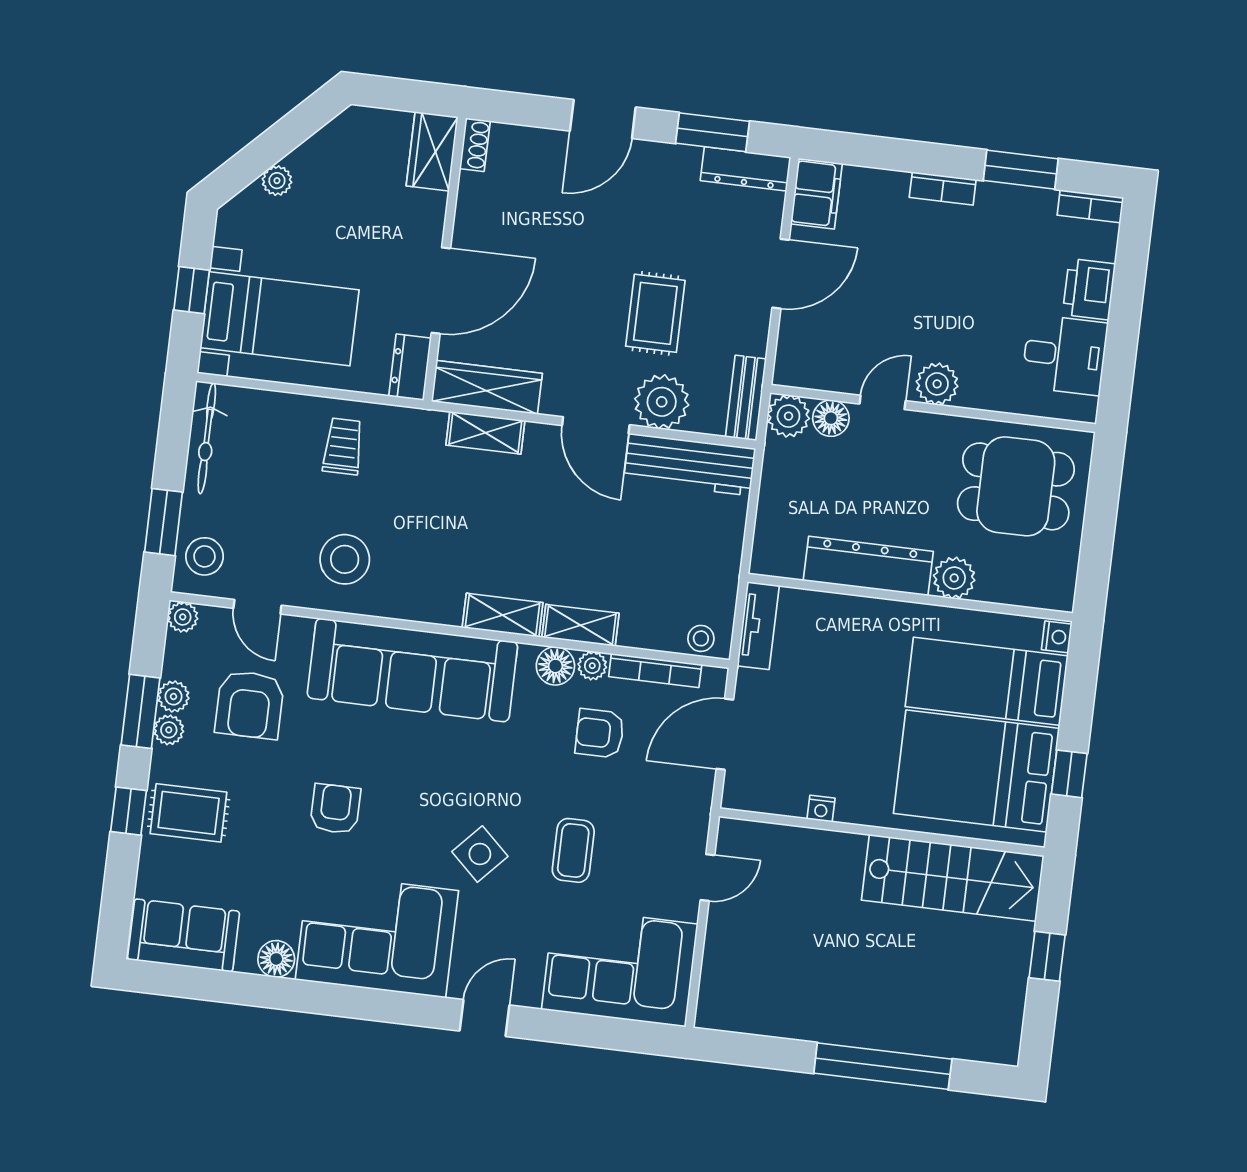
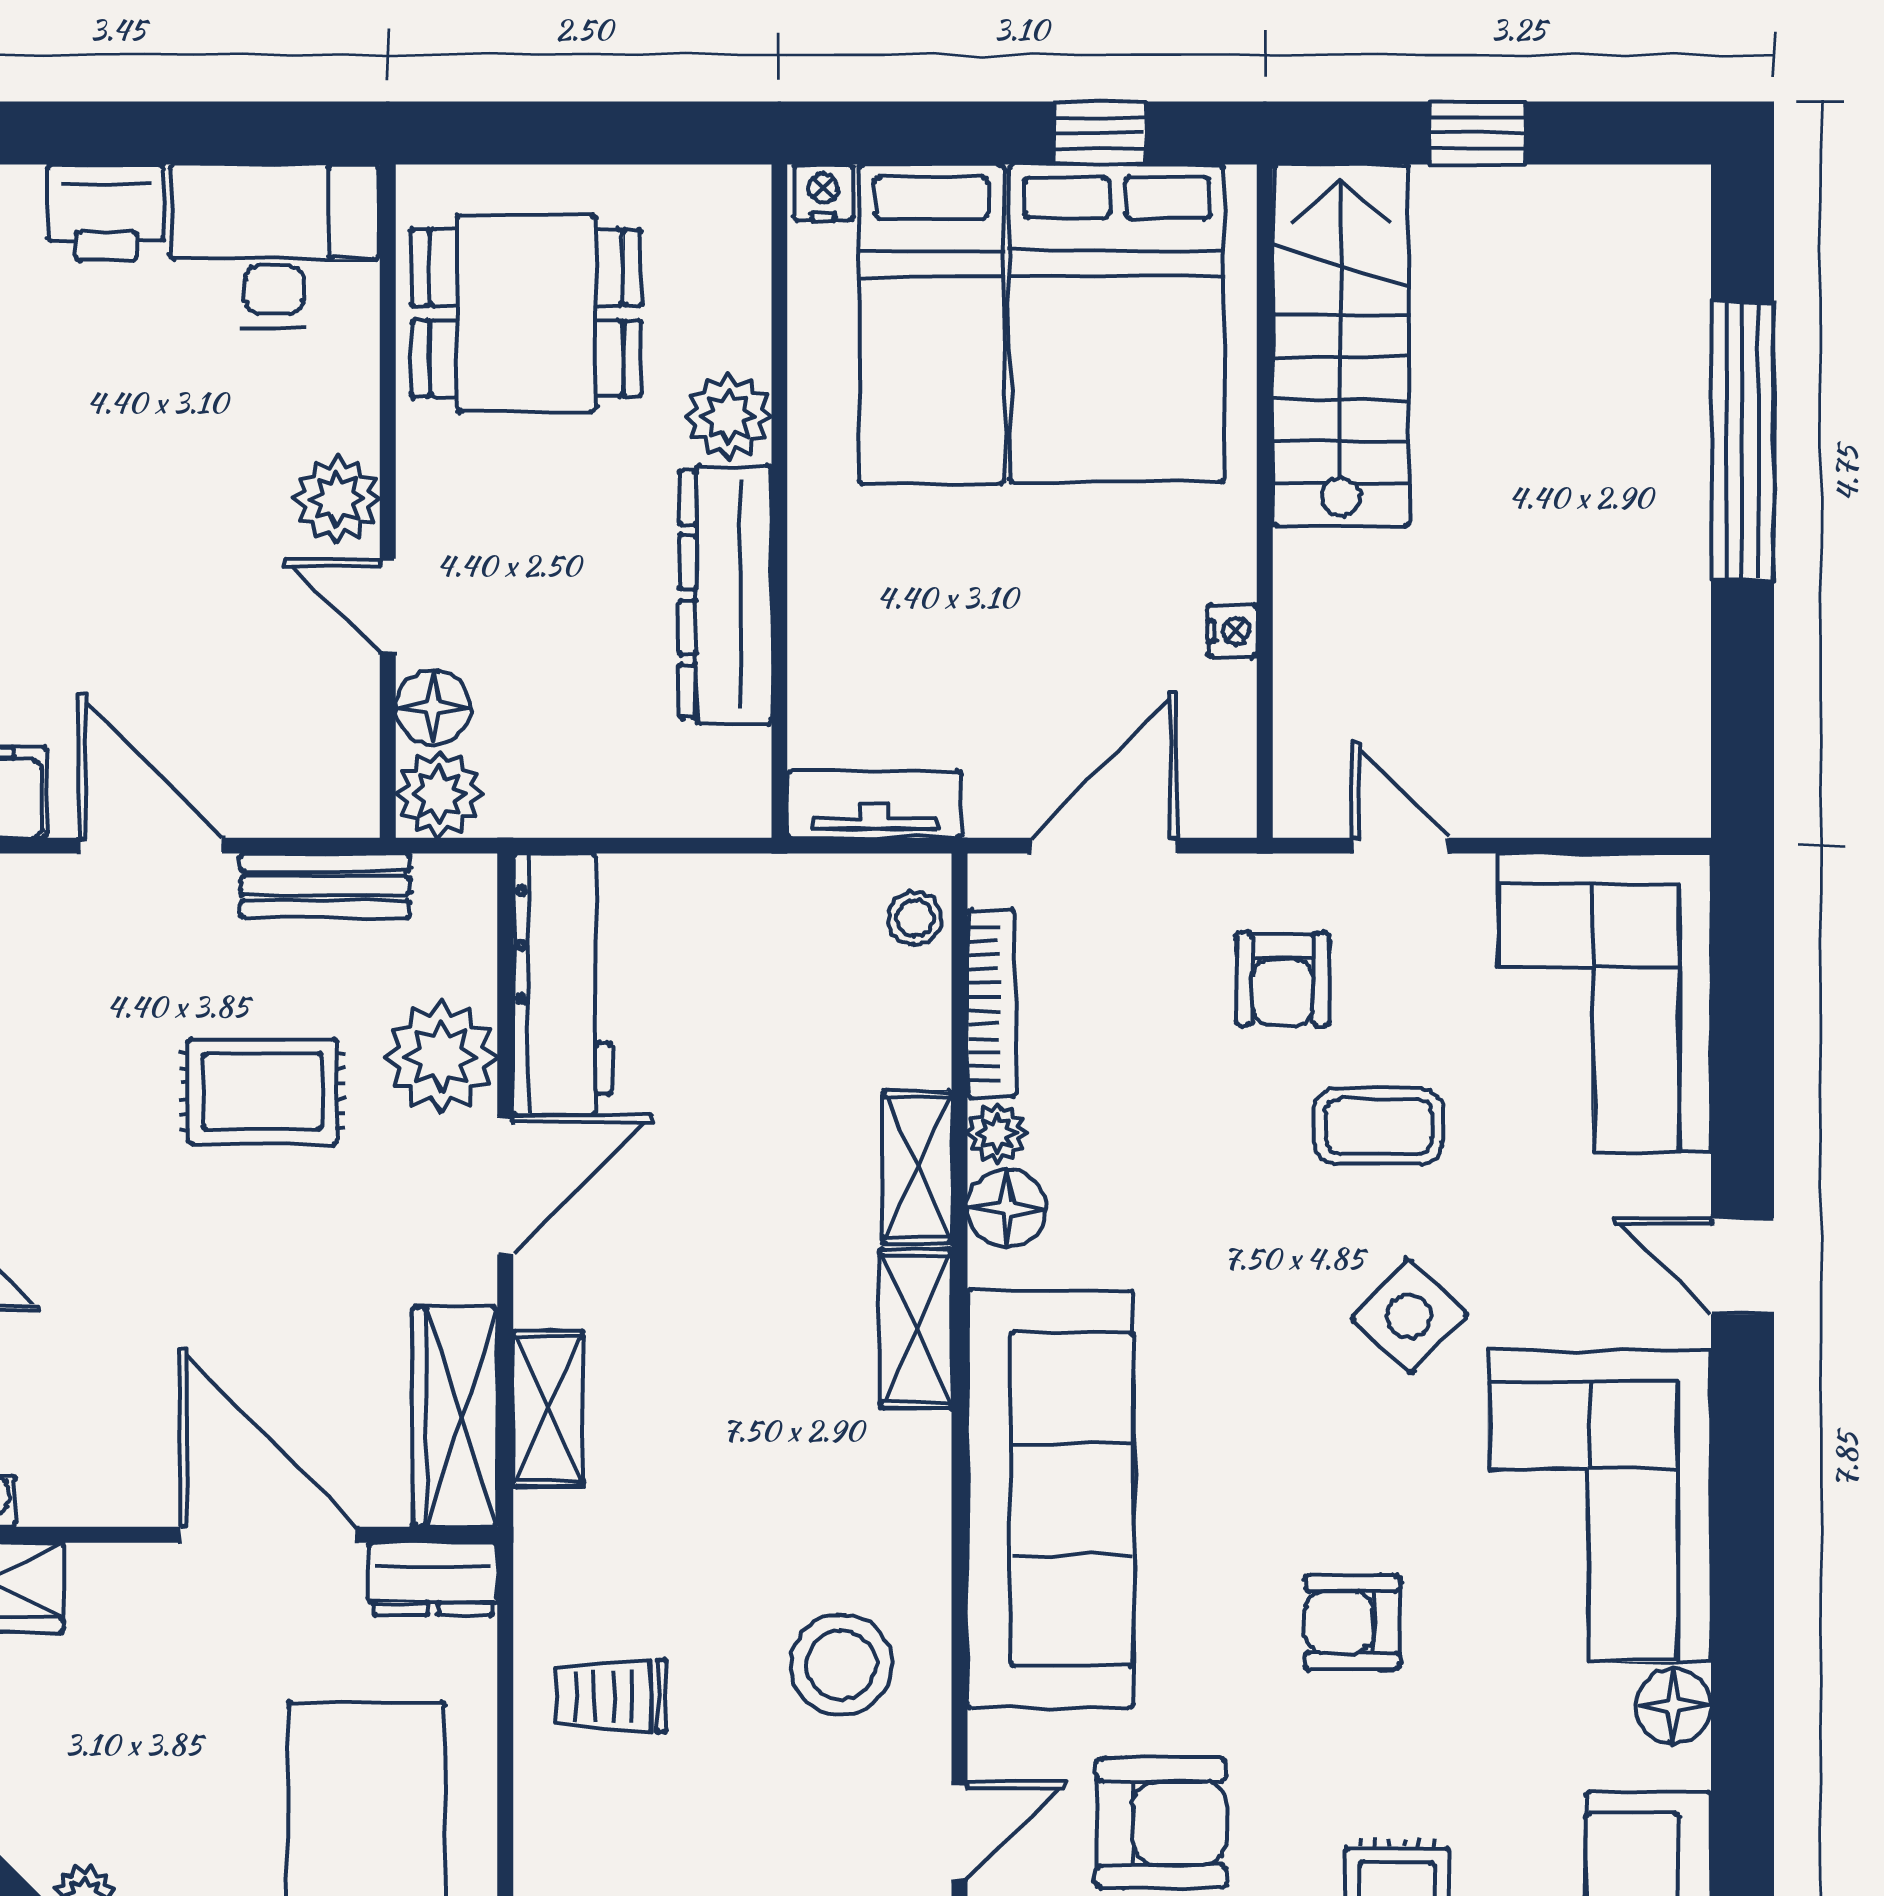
desk: (1065, 355) -> (274, 246), width x1.37
bench: (746, 398) -> (325, 886), moved
dining table: (1016, 486) -> (526, 313), turned 90
armchair: (600, 733) -> (1283, 979), moved
door: (725, 734) -> (1104, 846), swing flipped

